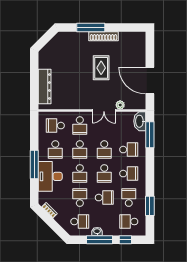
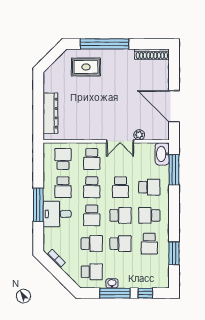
window: (91, 28) -> (104, 44), width x1.46
shoe rack: (103, 36) -> (152, 54), moved
rug: (101, 68) -> (86, 67), moved, turned 90
school desk: (55, 126) -> (63, 159), turned 90
school desk: (104, 174) -> (120, 215), turned -90
school desk: (129, 174) -> (149, 215), turned 180
desk: (50, 176) -> (57, 214), width x0.73
school desk: (80, 198) -> (92, 244), turned 90
school desk: (129, 198) -> (149, 244), turned 180
school desk: (129, 222) -> (149, 272), removed

